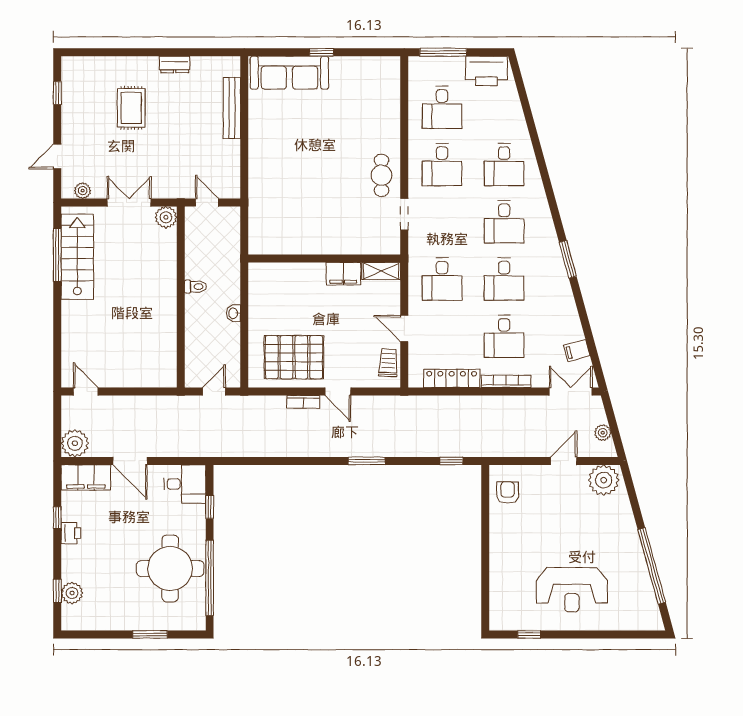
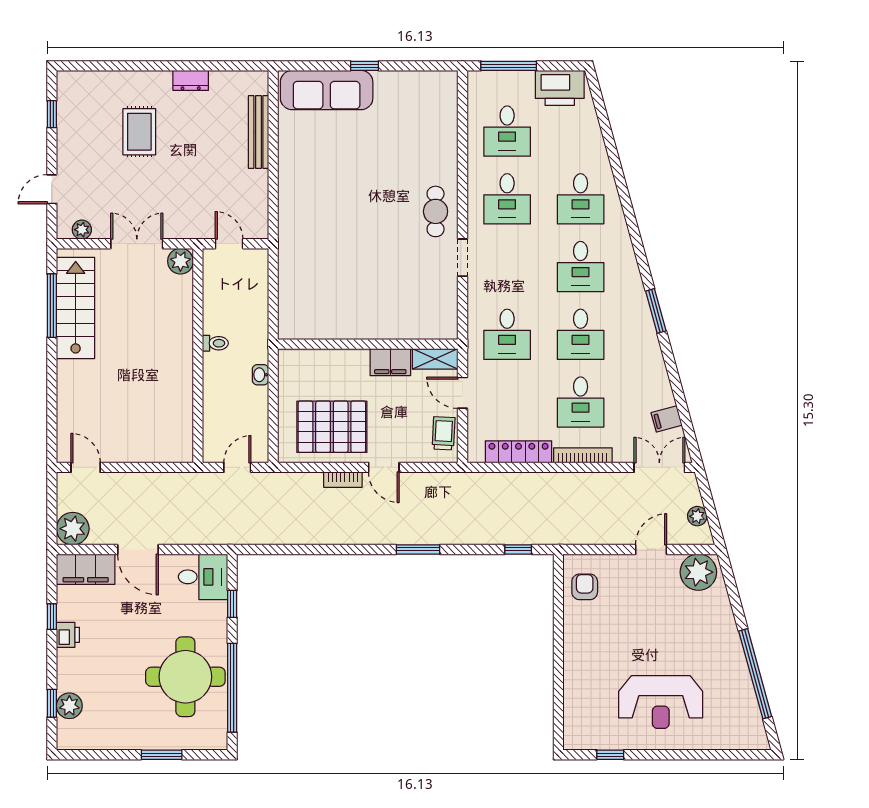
wall: (324, 258) -> (368, 344), moved
shelving: (381, 271) -> (435, 359), moved
filing cabinet: (343, 274) -> (390, 362), moved

